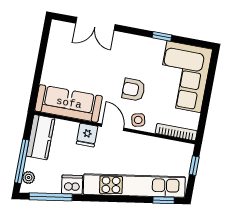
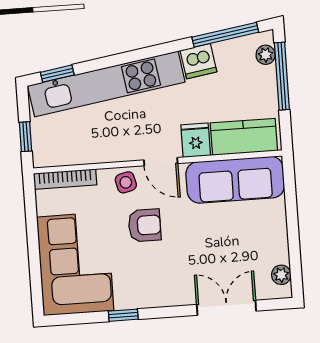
plant: (55, 36) -> (281, 275), added
kitchen counter: (41, 137) -> (244, 137), moved, turned 90

